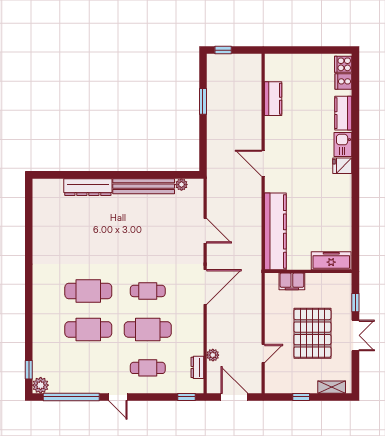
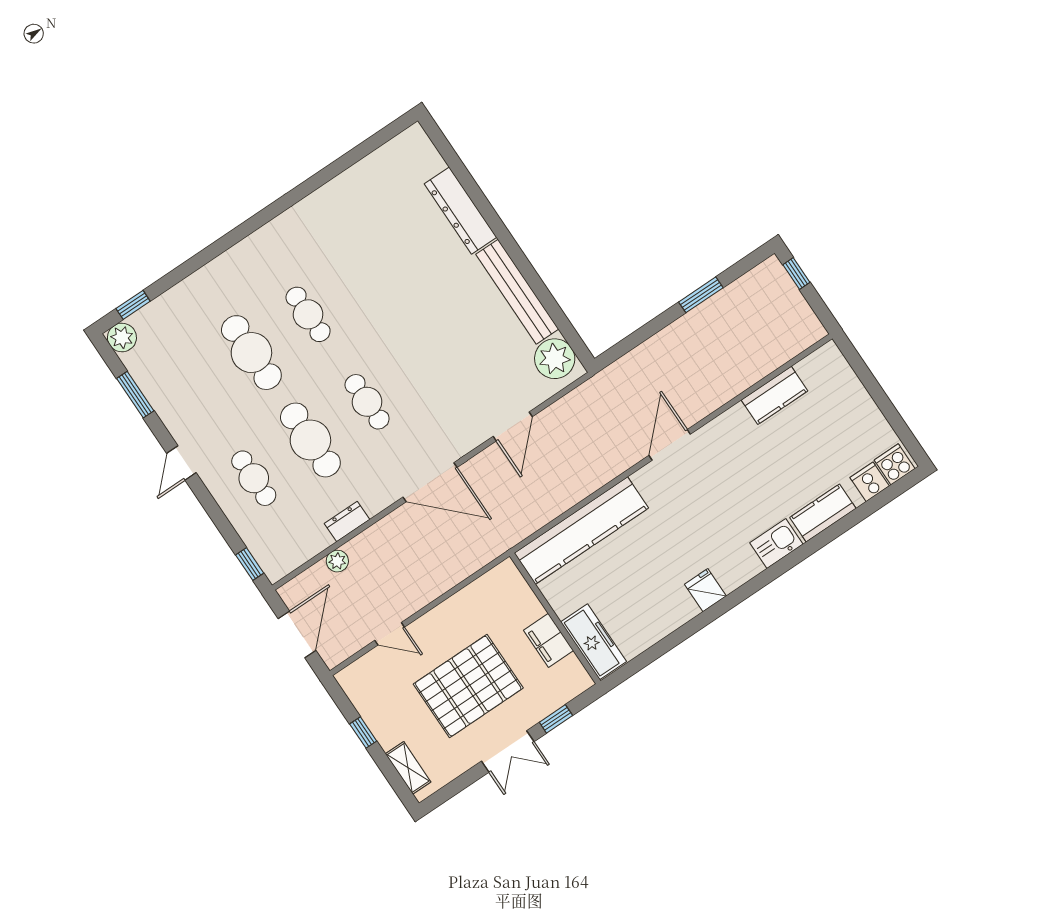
fridge: (342, 166) -> (705, 590), moved
plant: (181, 185) -> (555, 359), width x1.87, depth x1.87
filing cabinet: (292, 281) -> (549, 640), moved
cafe table: (88, 291) -> (308, 314), width x0.73, depth x0.74
dresser: (197, 367) -> (347, 522), moved
window: (71, 397) -> (135, 395), width x0.47

